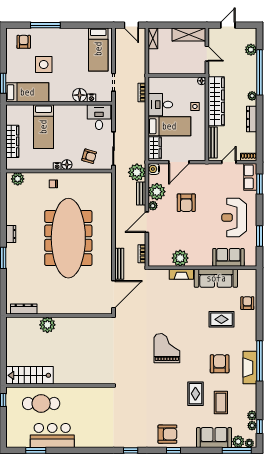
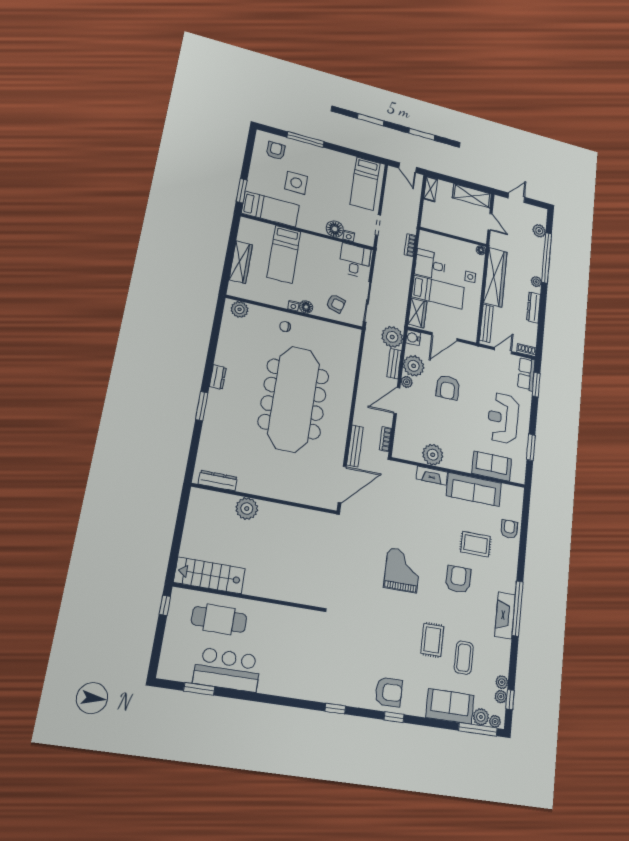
armchair: (220, 364) -> (458, 579), moved

